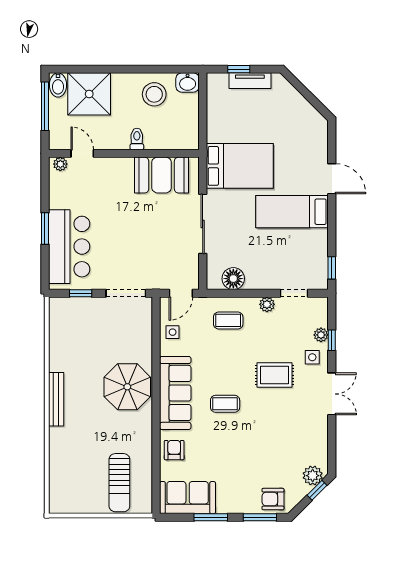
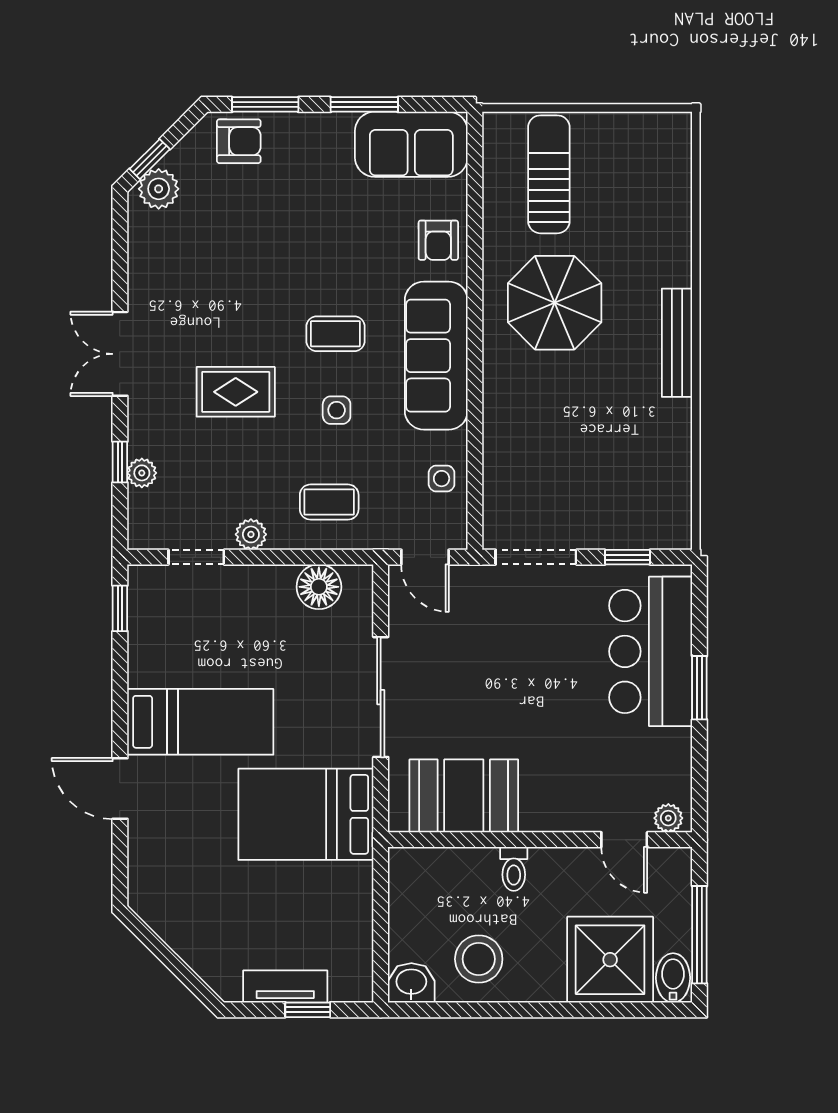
door: (181, 293) -> (425, 557), swing flipped
side table: (312, 357) -> (337, 410), moved
parasol: (127, 387) -> (555, 303), moved

